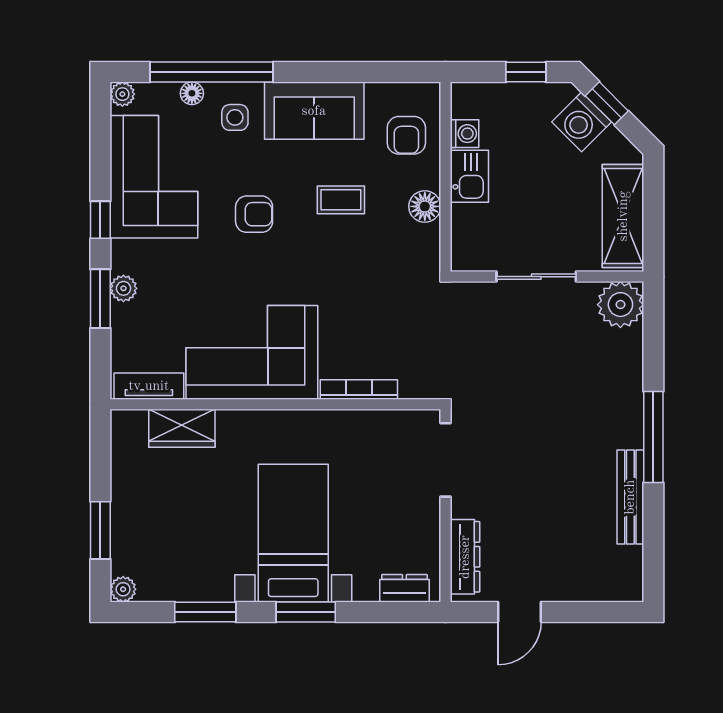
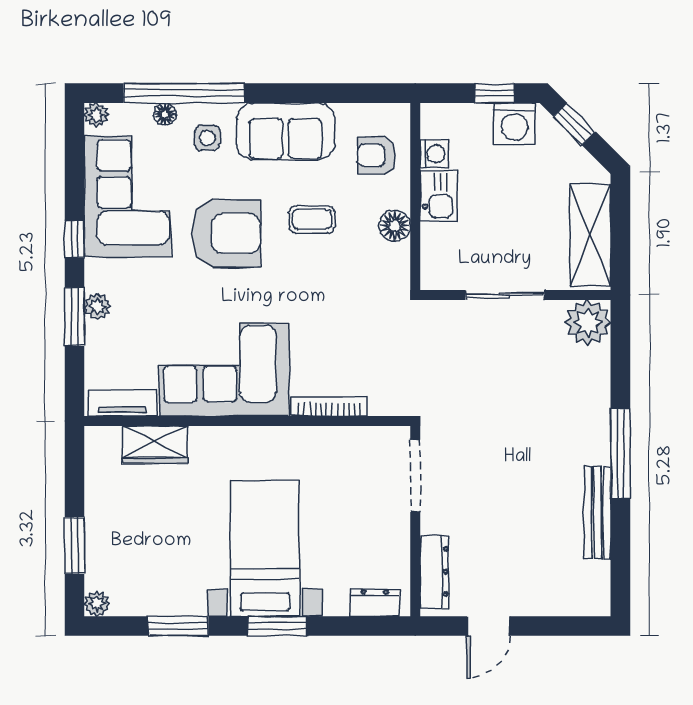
washing machine: (582, 122) -> (515, 124), moved, turned -45
armchair: (406, 135) -> (377, 156), turned 90
armchair: (254, 214) -> (226, 233), width x1.88, depth x1.88

